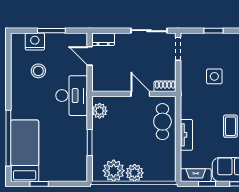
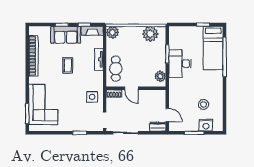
side table: (214, 76) -> (92, 97), moved
desk: (72, 96) -> (180, 64), moved
plant: (135, 173) -> (112, 32), moved

